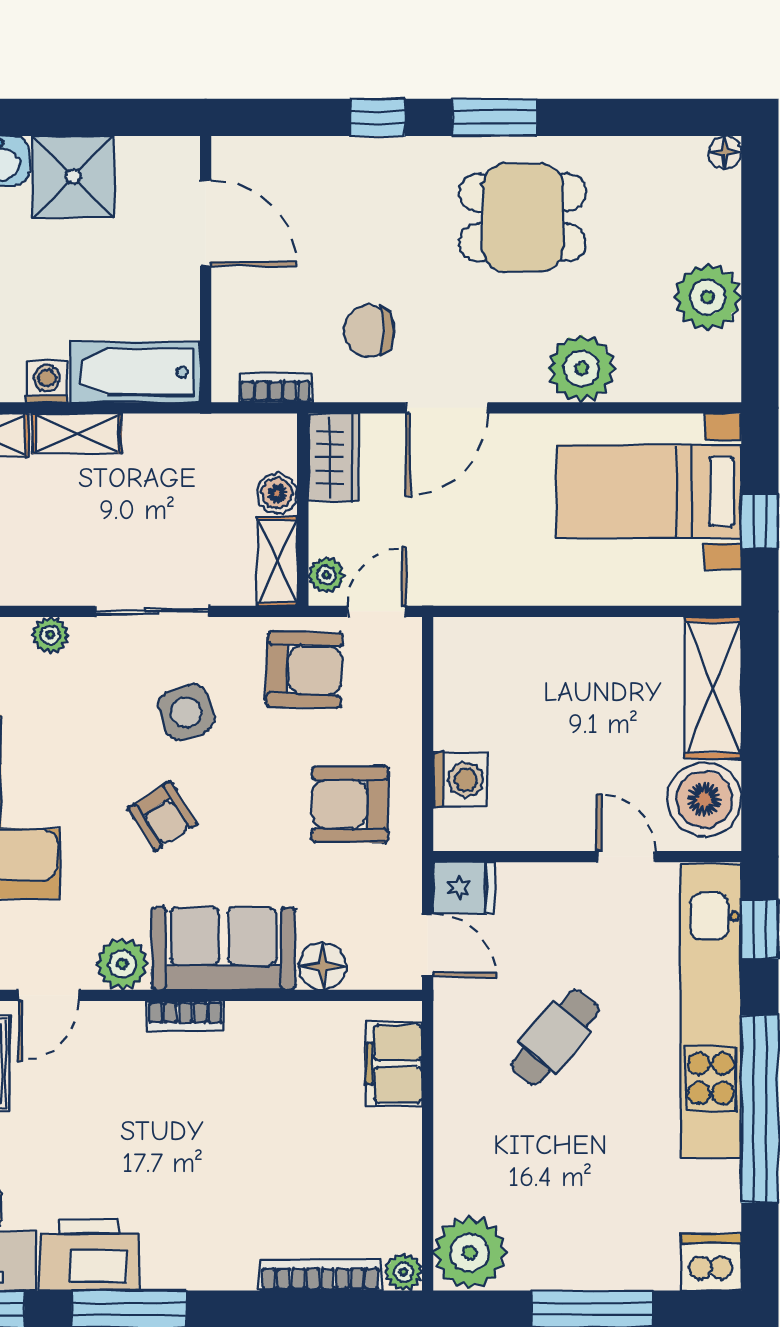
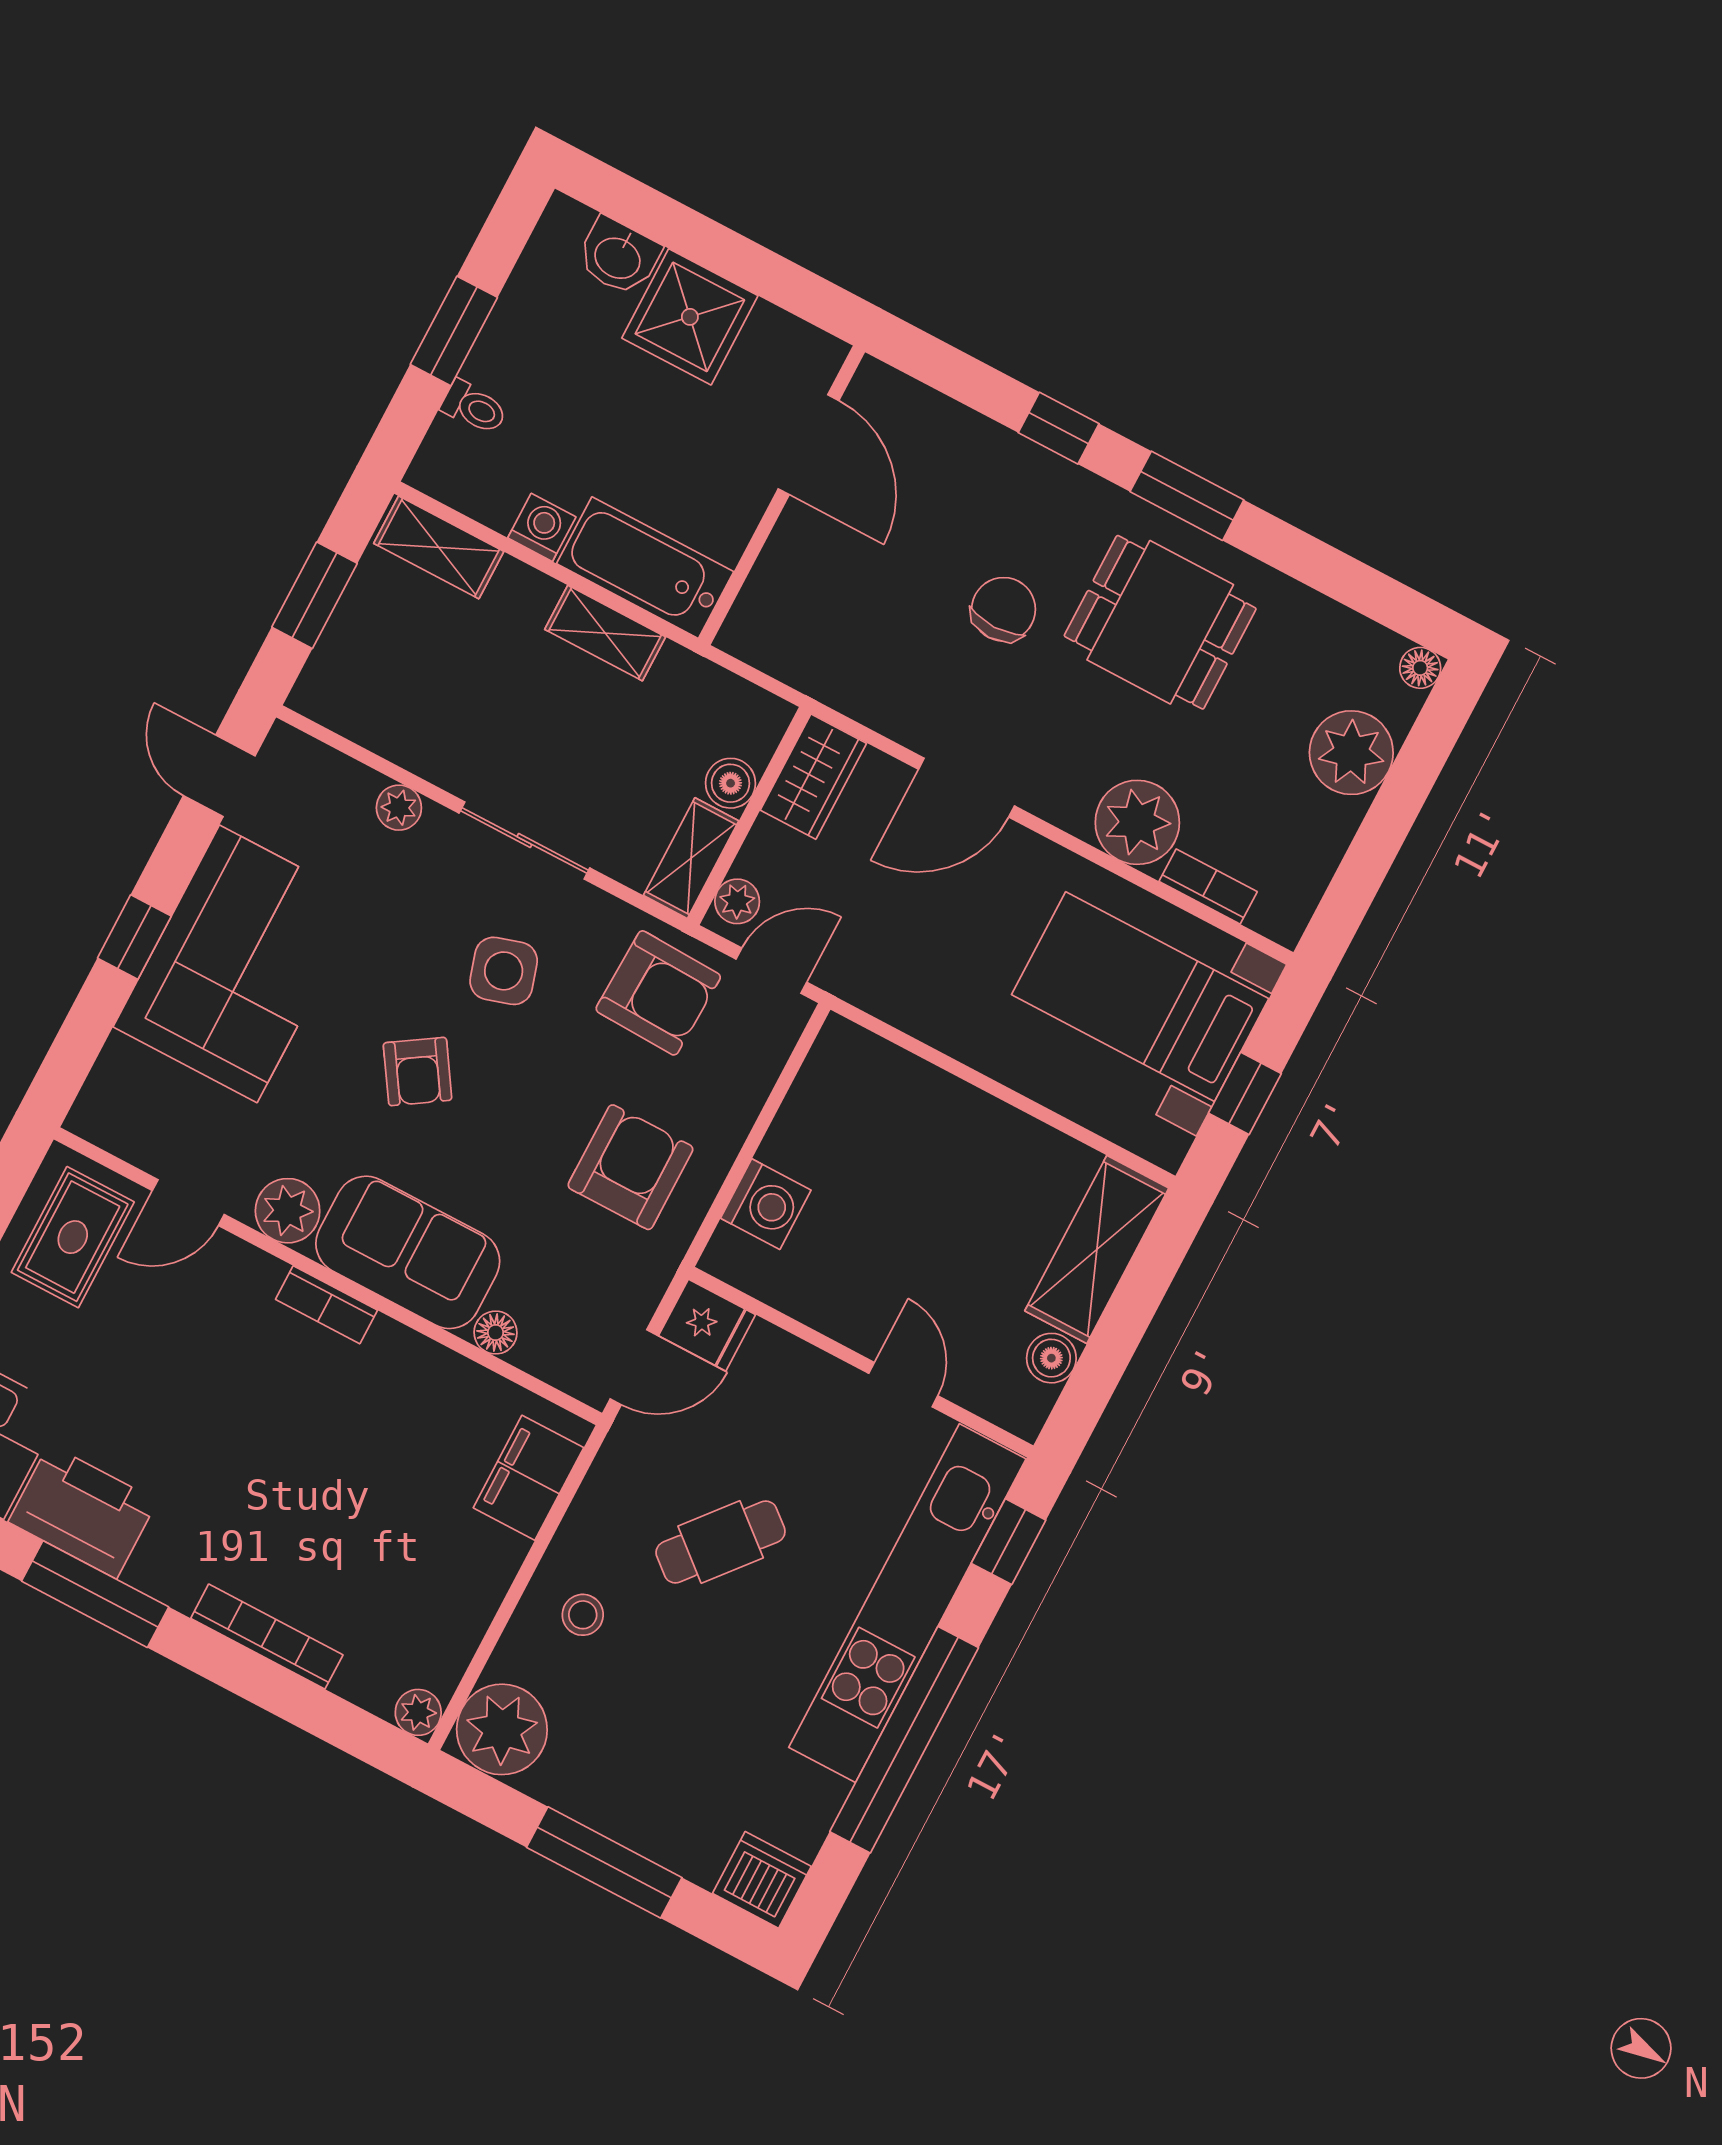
plant: (708, 297) -> (1351, 753), moved
chair: (369, 331) -> (1004, 609), moved, turned 90
bookcase: (276, 388) -> (1208, 886), moved
shelving: (77, 433) -> (605, 633), moved
boiler: (704, 799) -> (1051, 1358), width x0.54, depth x0.54
armchair: (350, 804) -> (630, 1167), turned 90
door: (428, 945) -> (634, 1367), hinge flipped
floor lamp: (322, 966) -> (495, 1333), width x0.73, depth x0.73
stool: (484, 1141) -> (583, 1615), added
bookcase: (320, 1275) -> (267, 1637), moved

